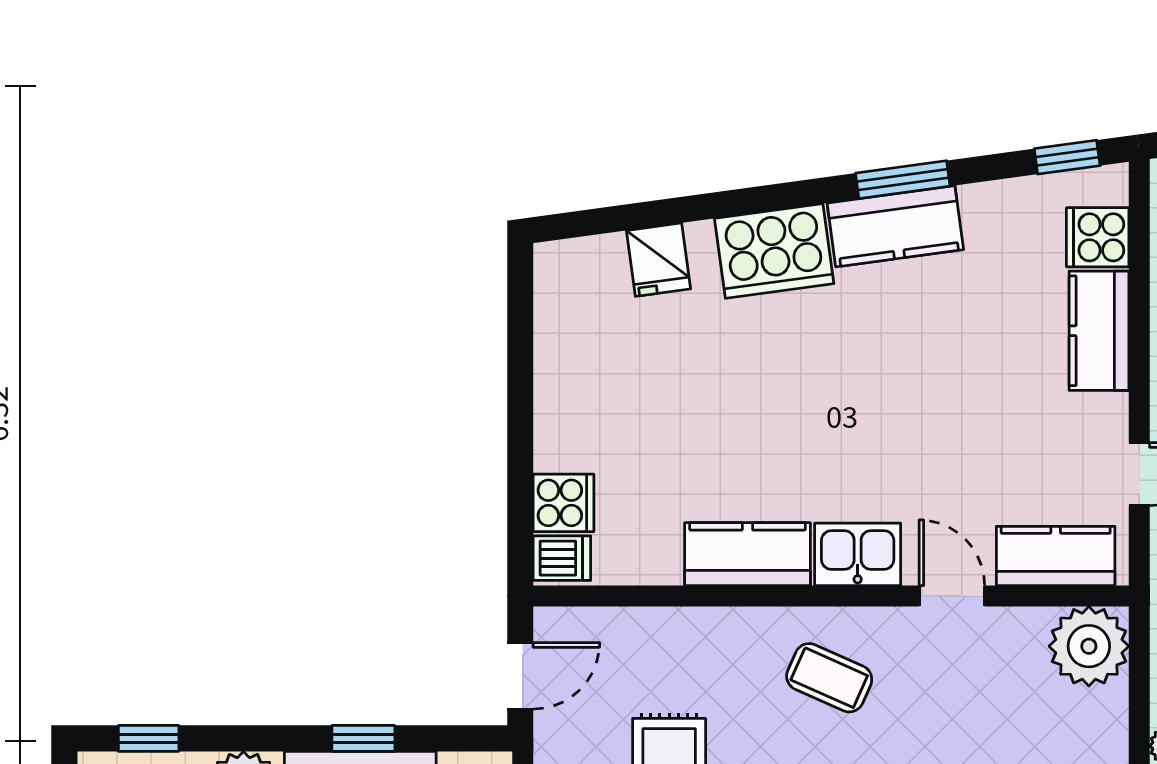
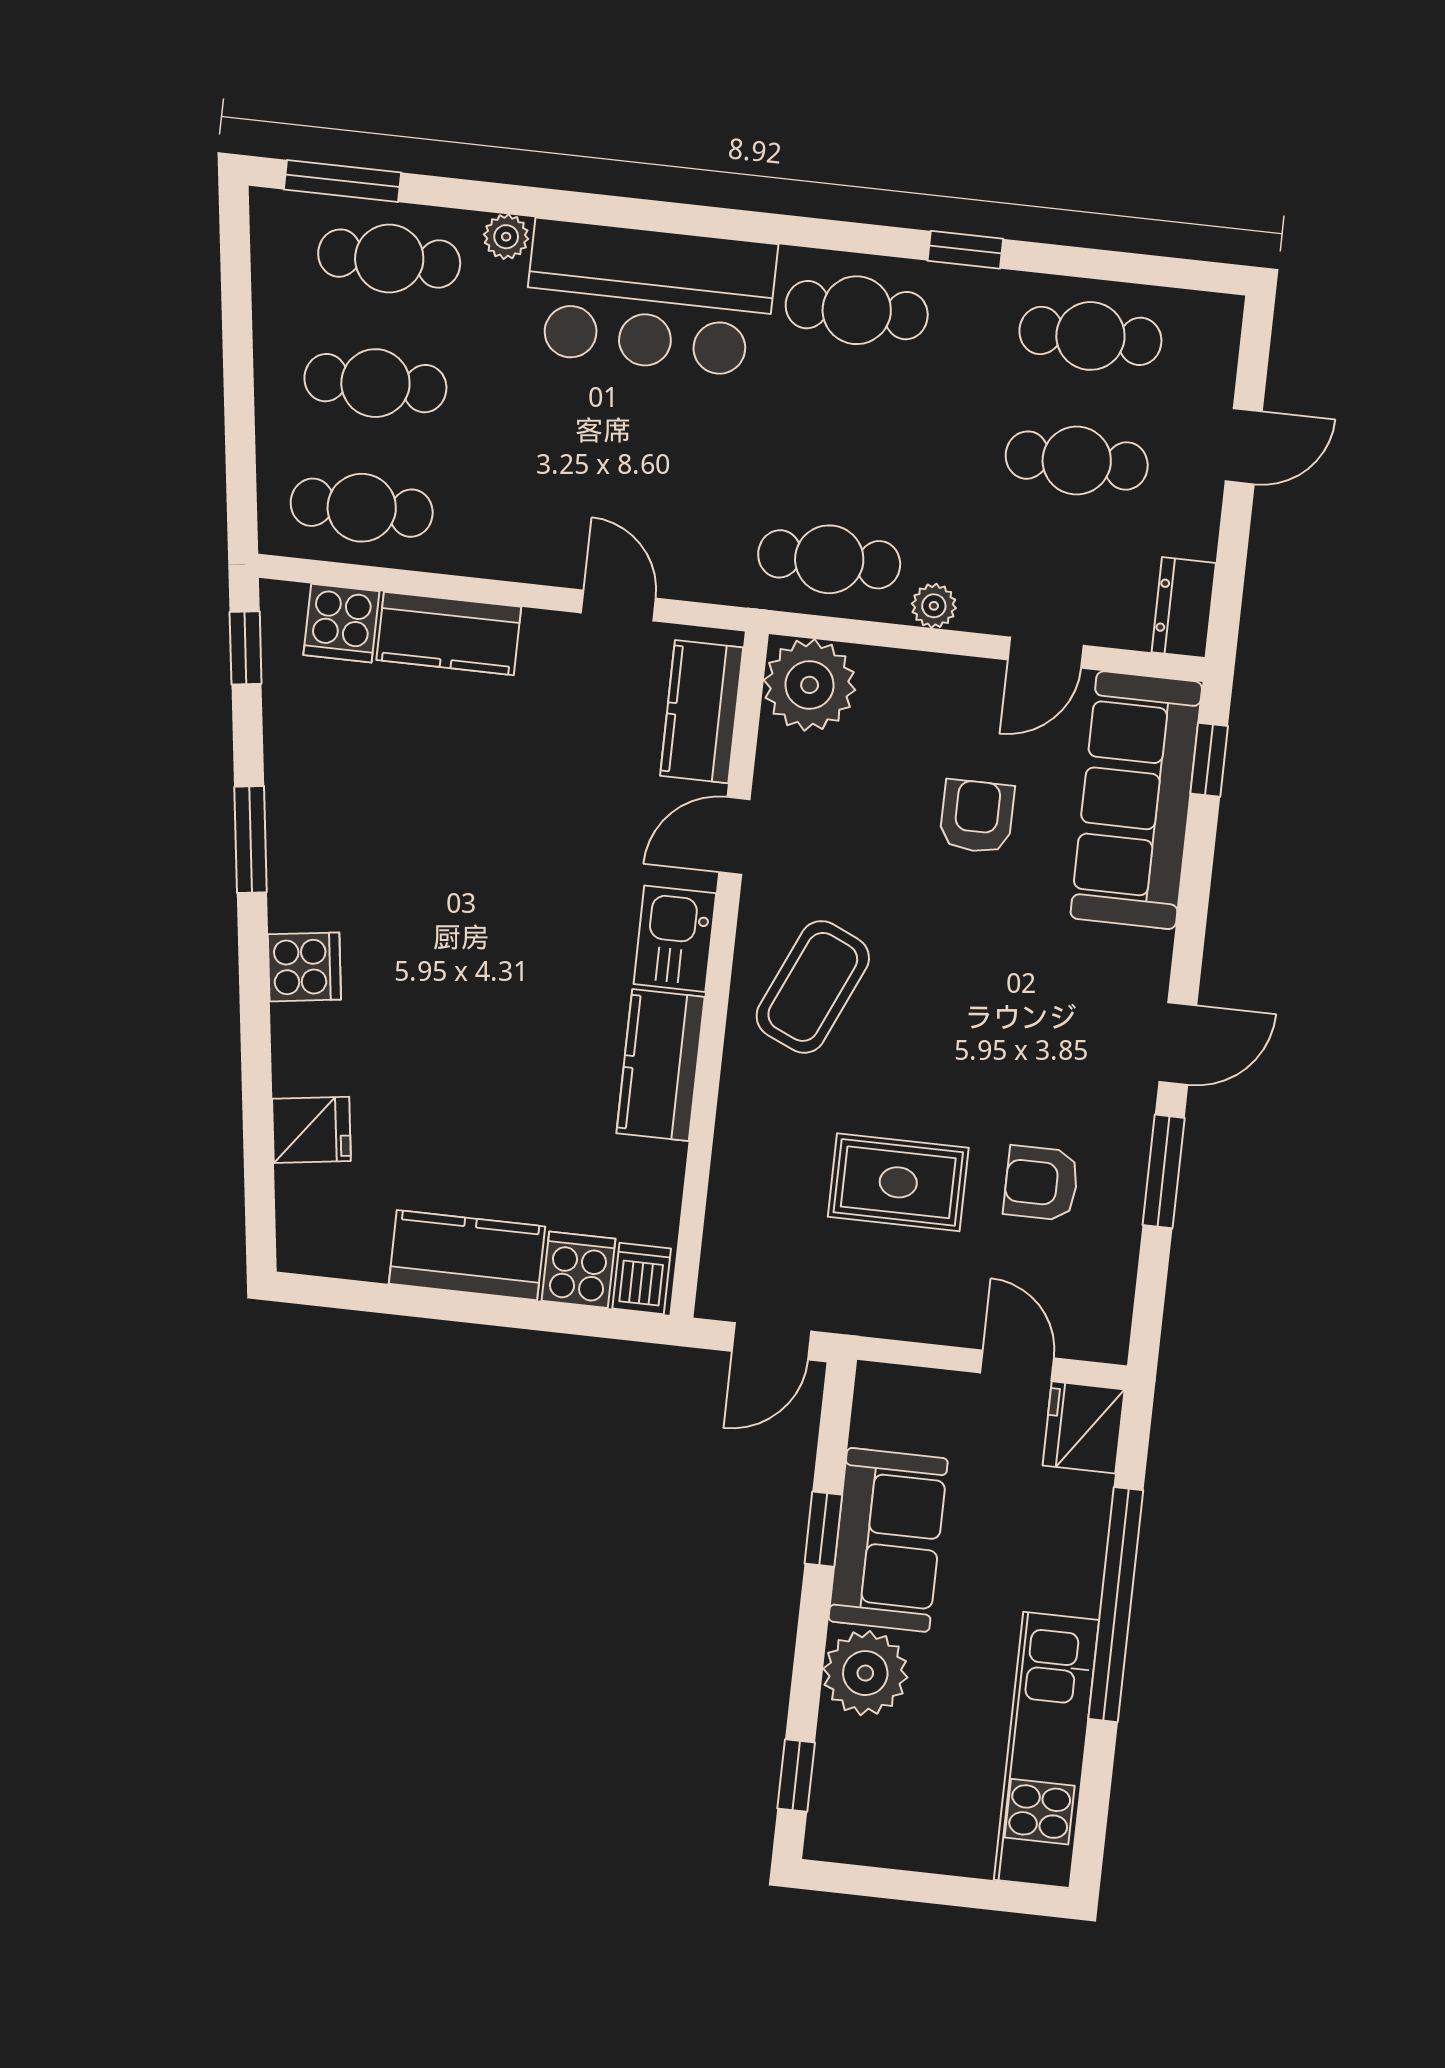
kitchen counter: (895, 226) -> (467, 1255), moved, turned -82
cooker: (774, 251) -> (304, 967), width x0.53, depth x0.76
door: (520, 676) -> (771, 1341), swing flipped
coffee table: (829, 678) -> (813, 987), width x1.36, depth x1.30

